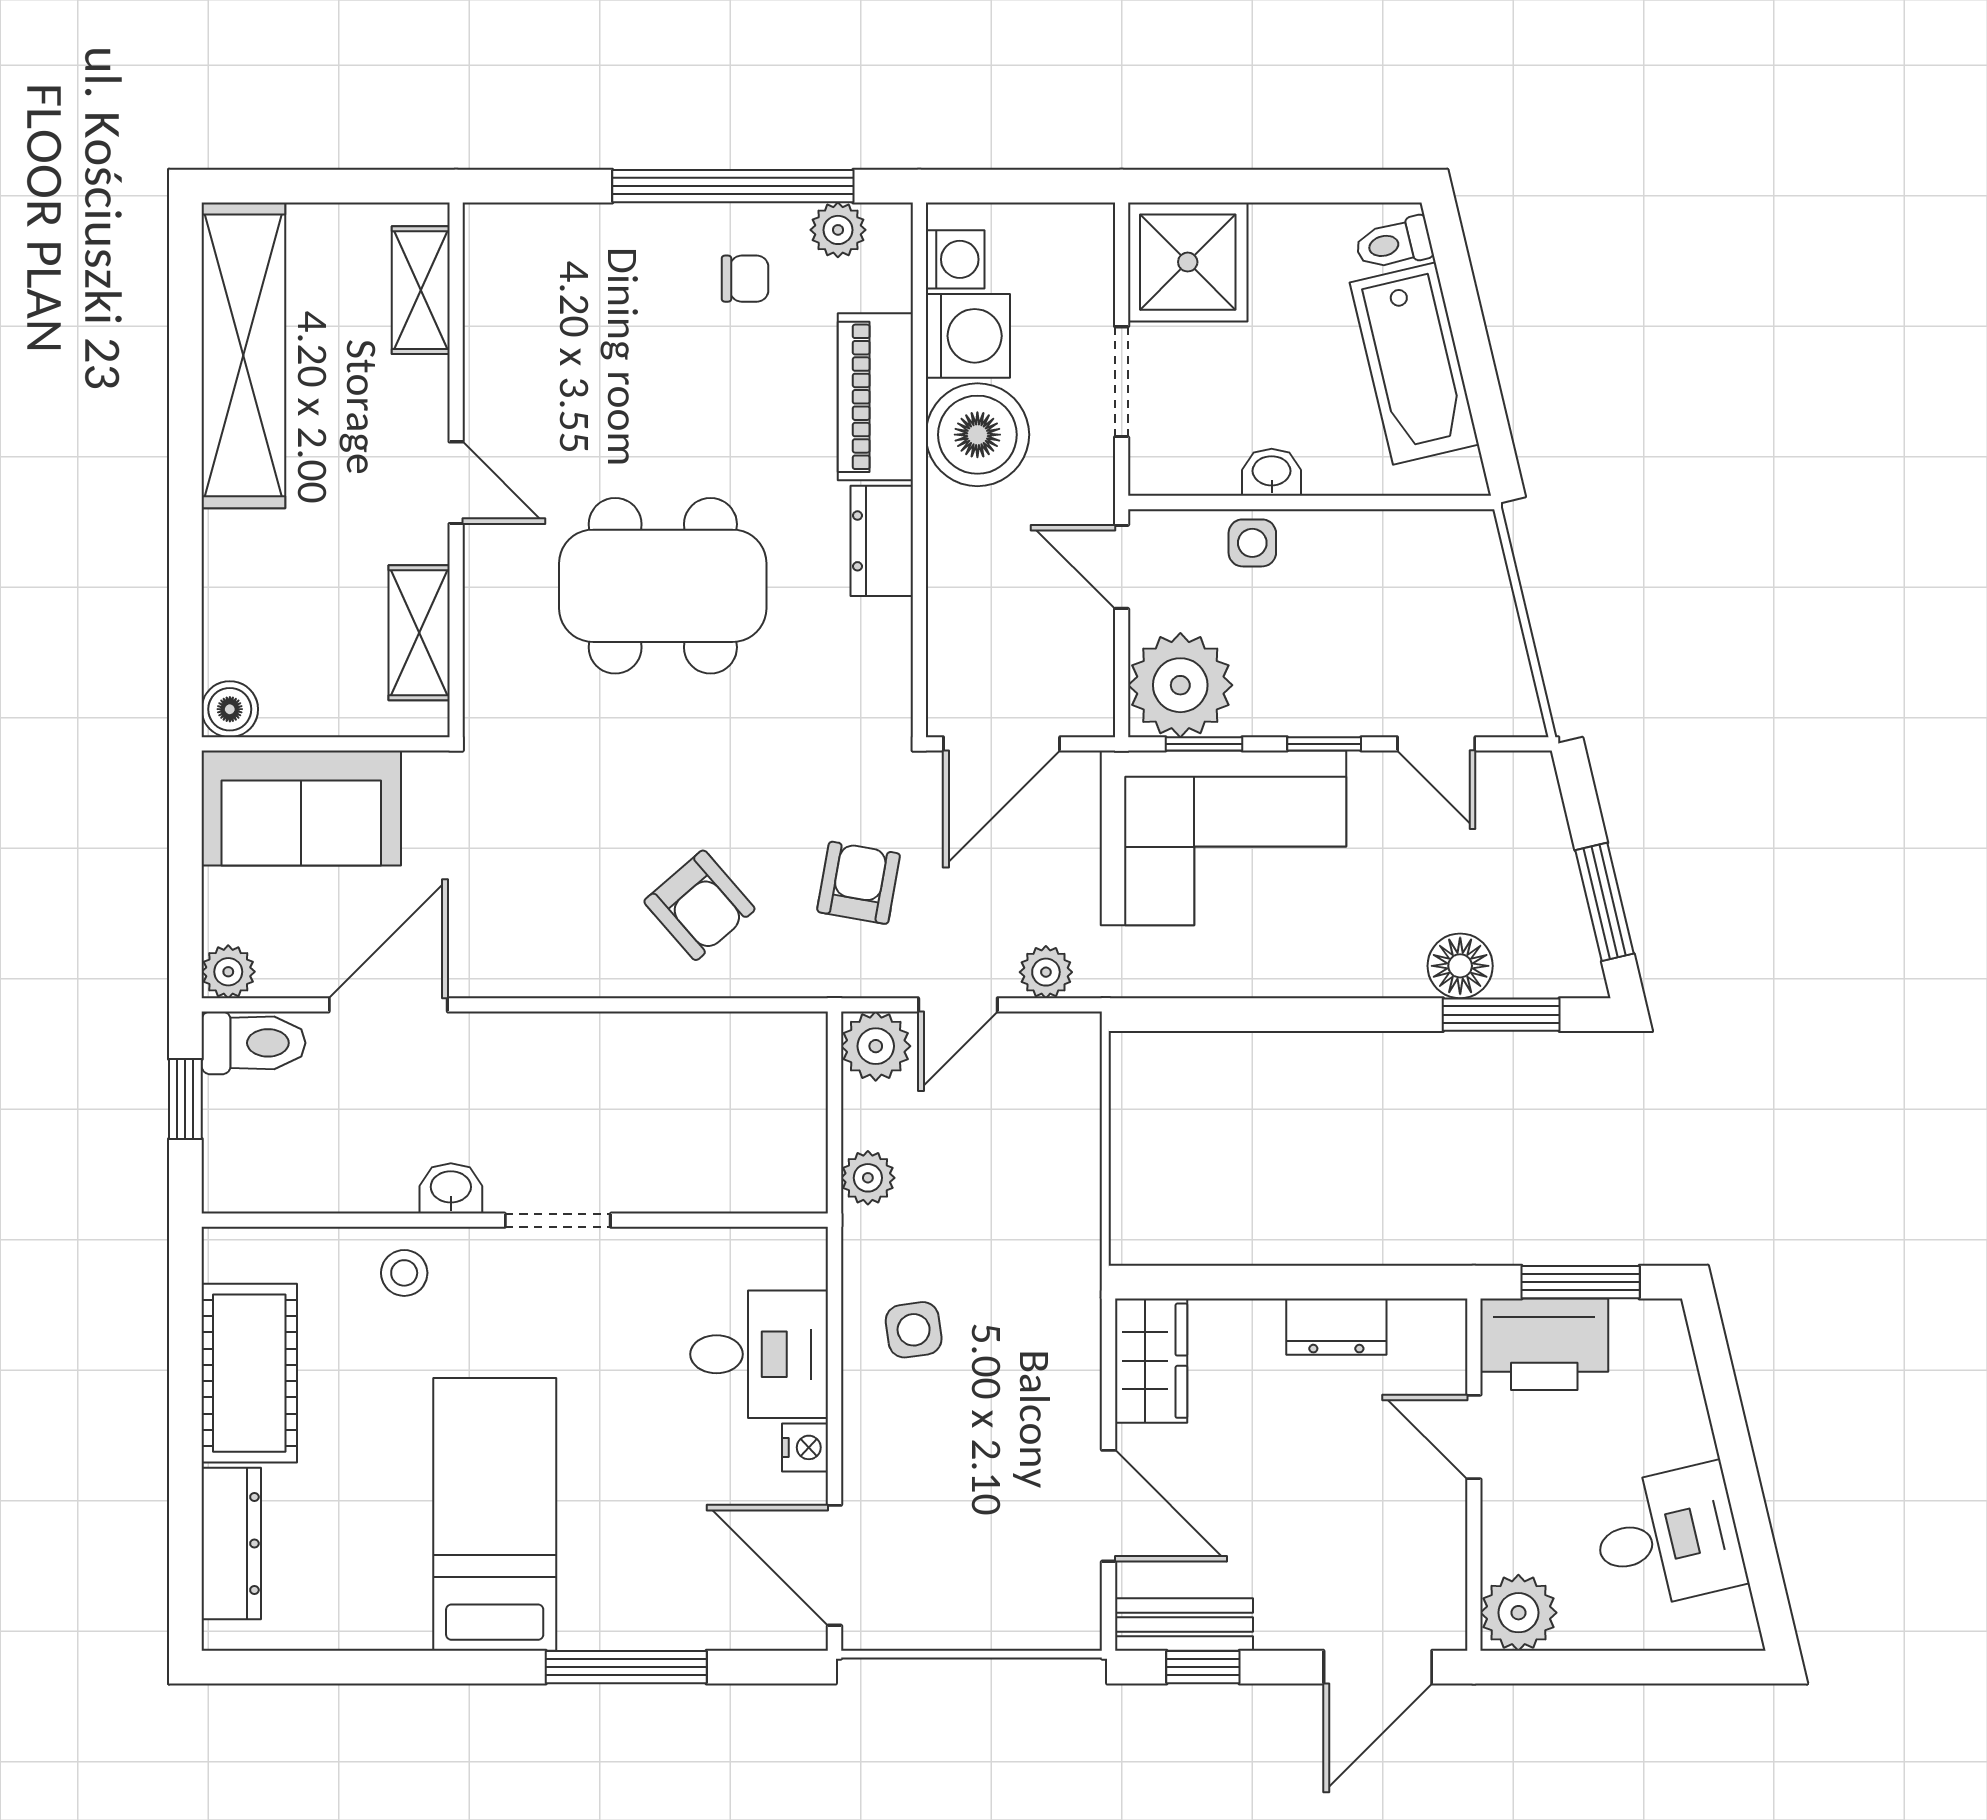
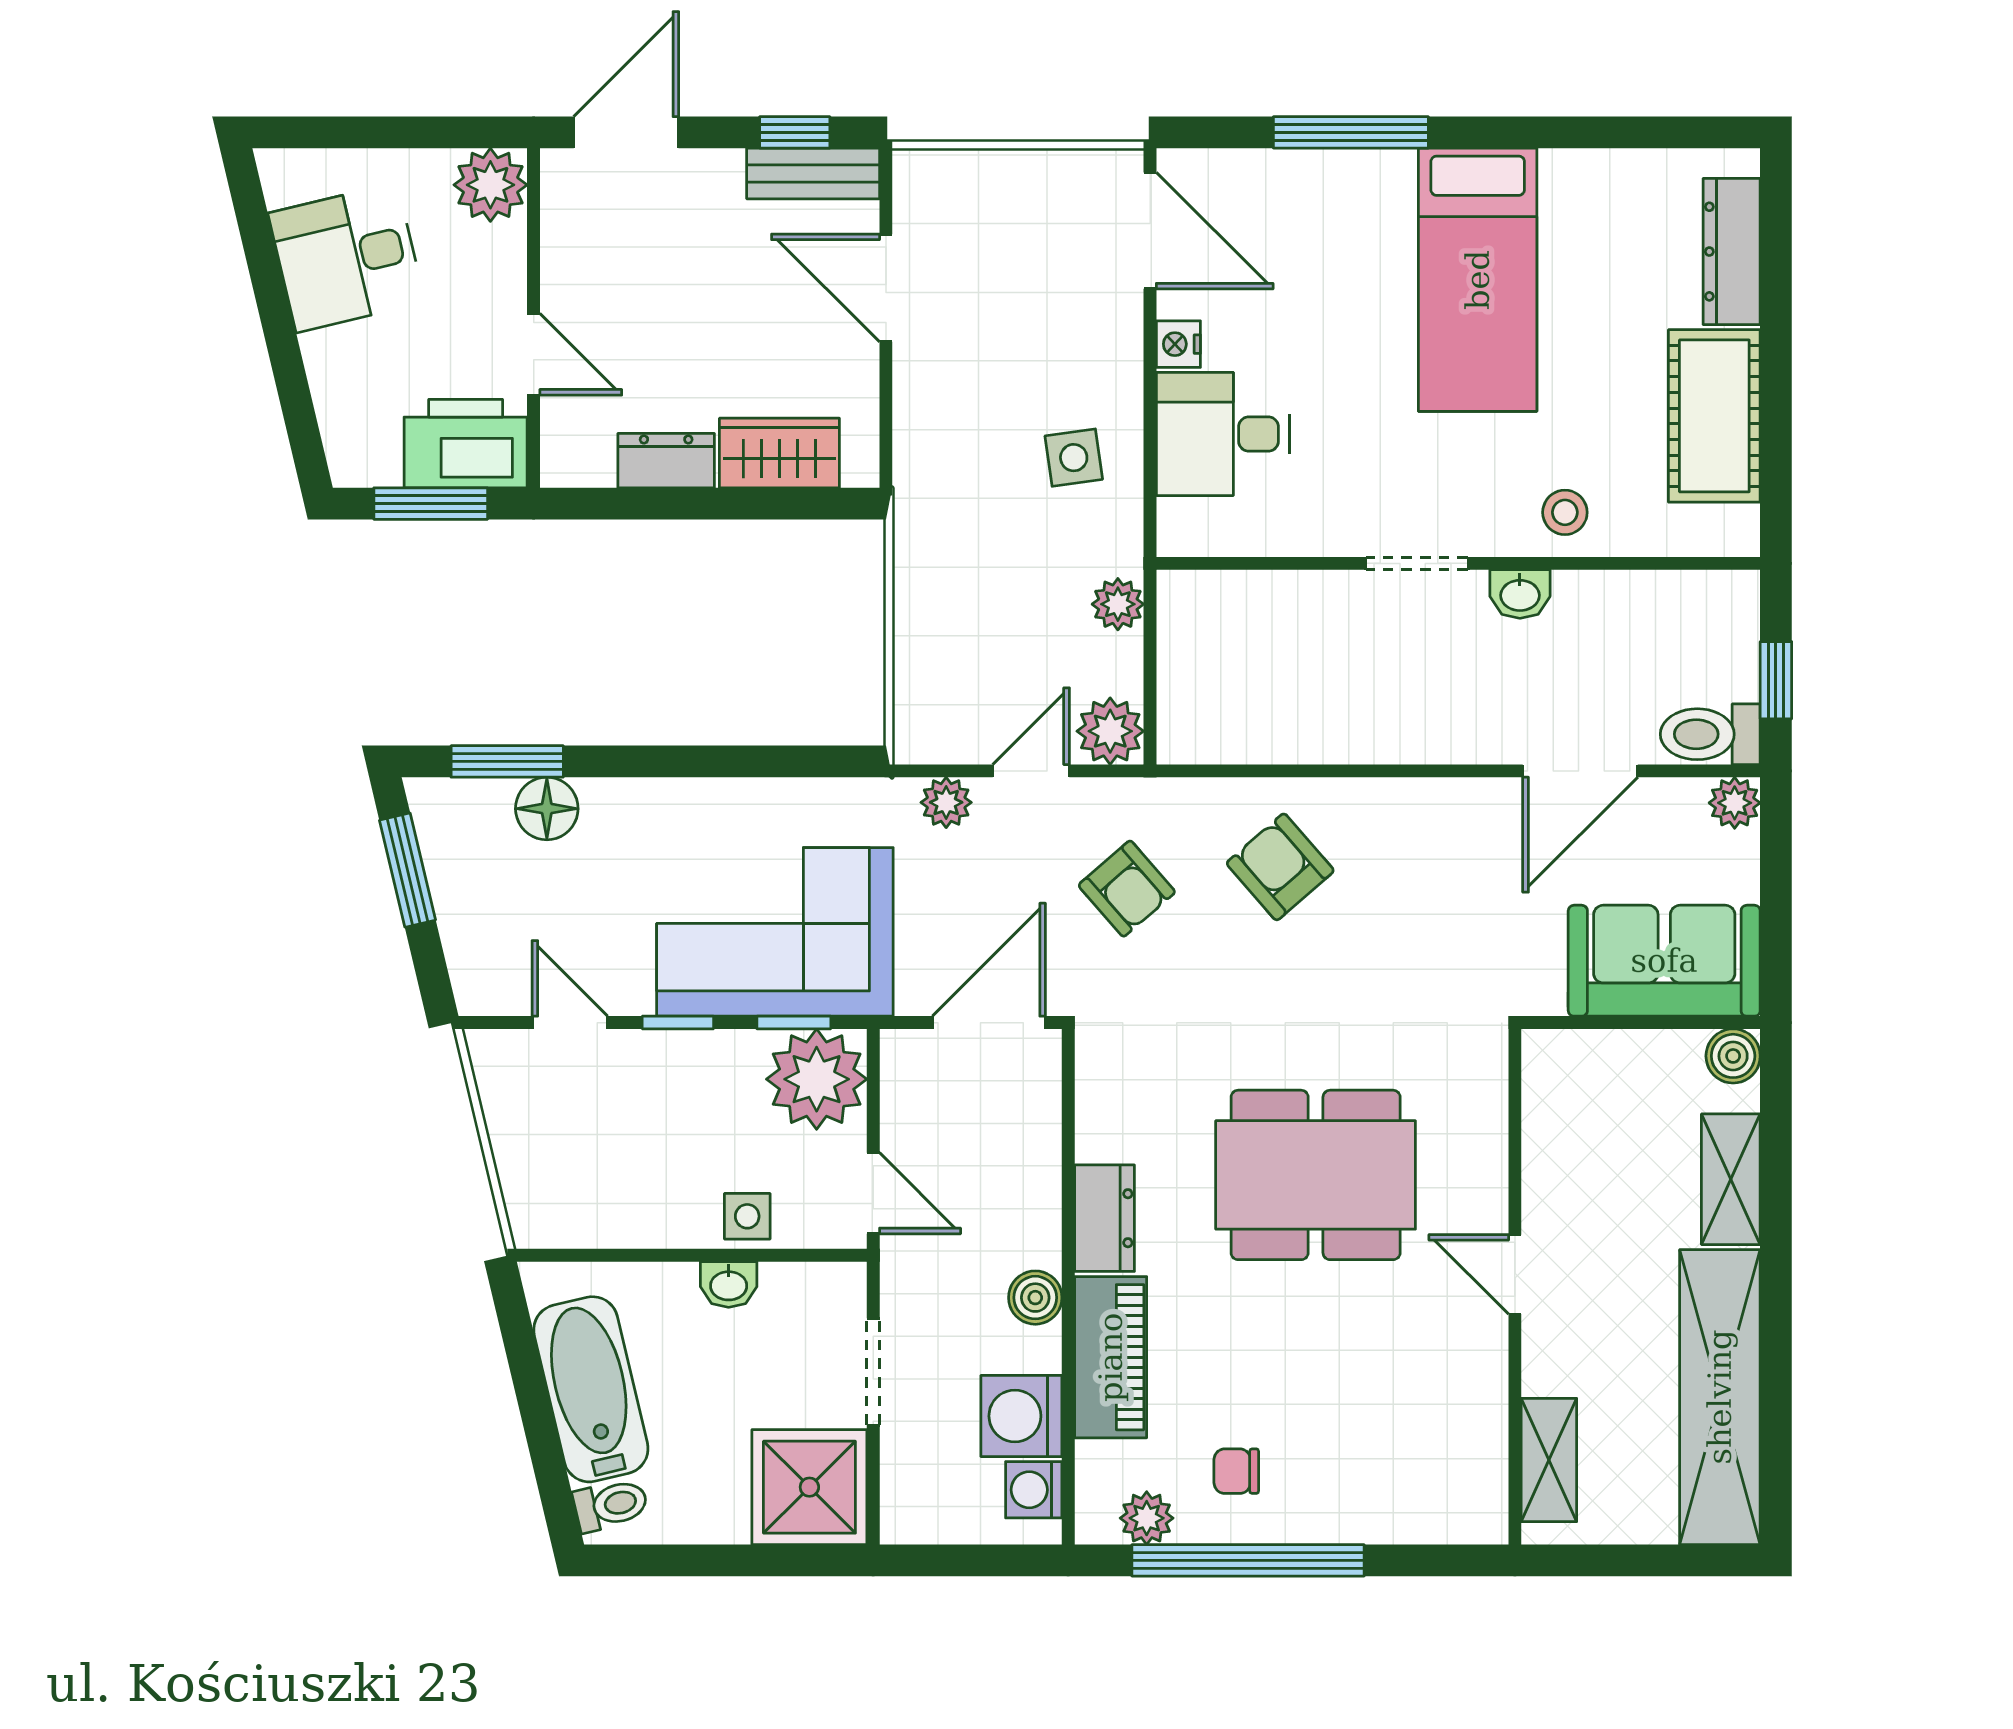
boiler: (977, 435) -> (1035, 1298), width x0.54, depth x0.54
shelving: (419, 633) -> (1731, 1179), moved
armchair: (859, 883) -> (1127, 889), turned -51
wardrobe: (1151, 1361) -> (779, 453), moved, turned 90

